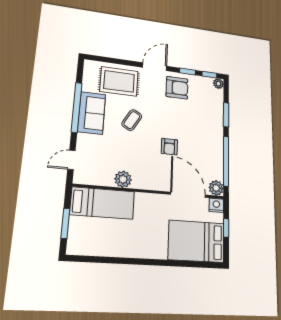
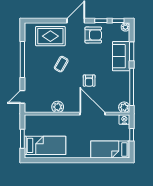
sofa: (92, 113) -> (121, 56), moved, turned 180
door: (188, 195) -> (93, 114), moved
bed: (102, 203) -> (45, 145), moved
bed: (196, 241) -> (110, 149), width x0.67

